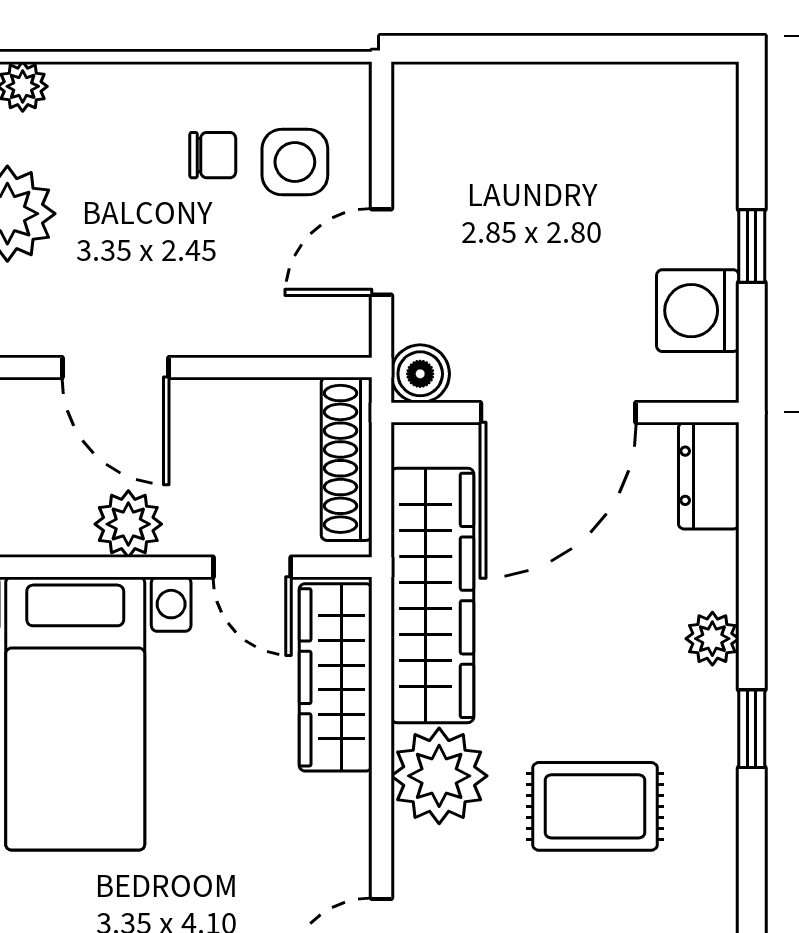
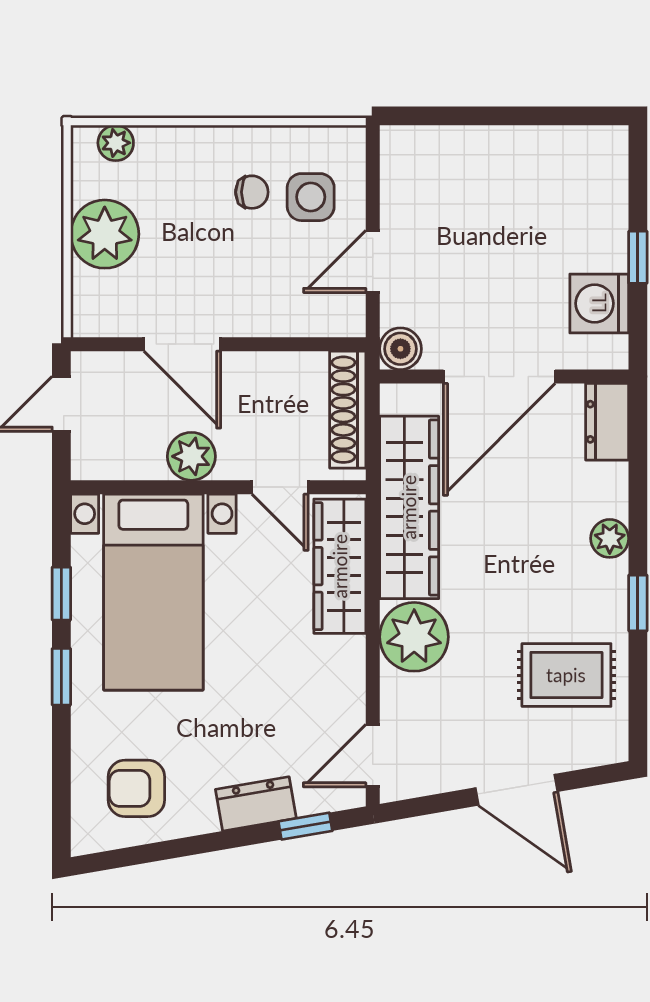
rug: (595, 806) -> (566, 675), moved

